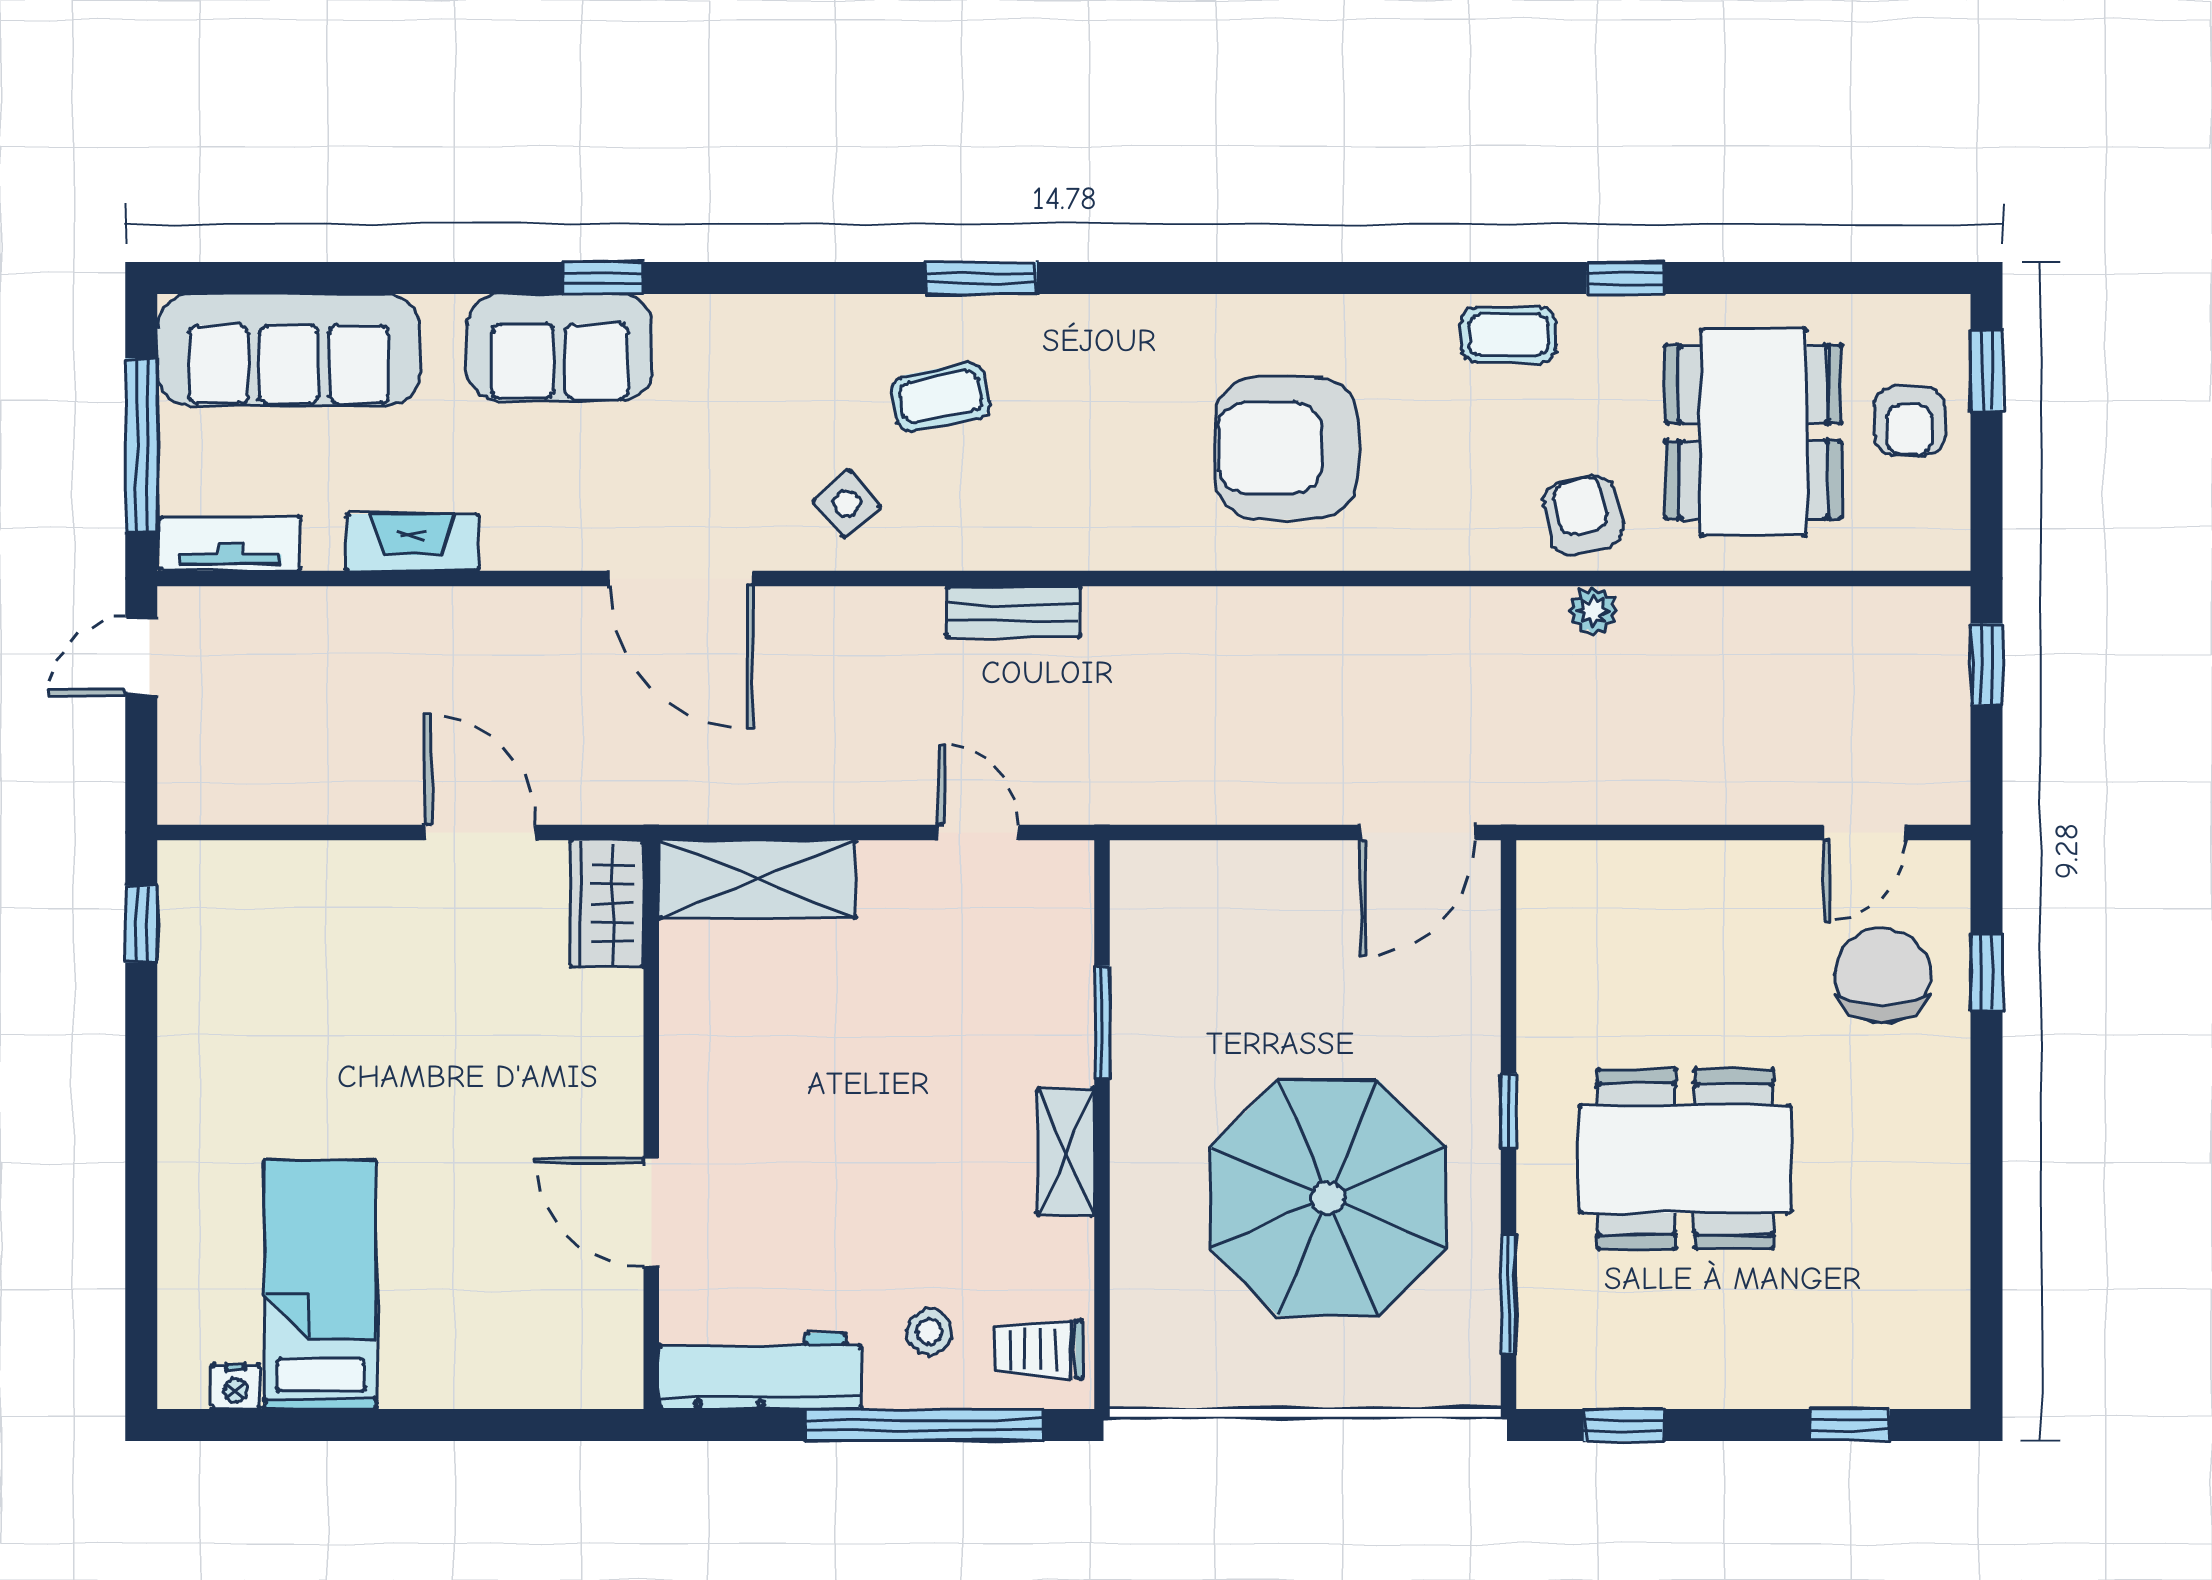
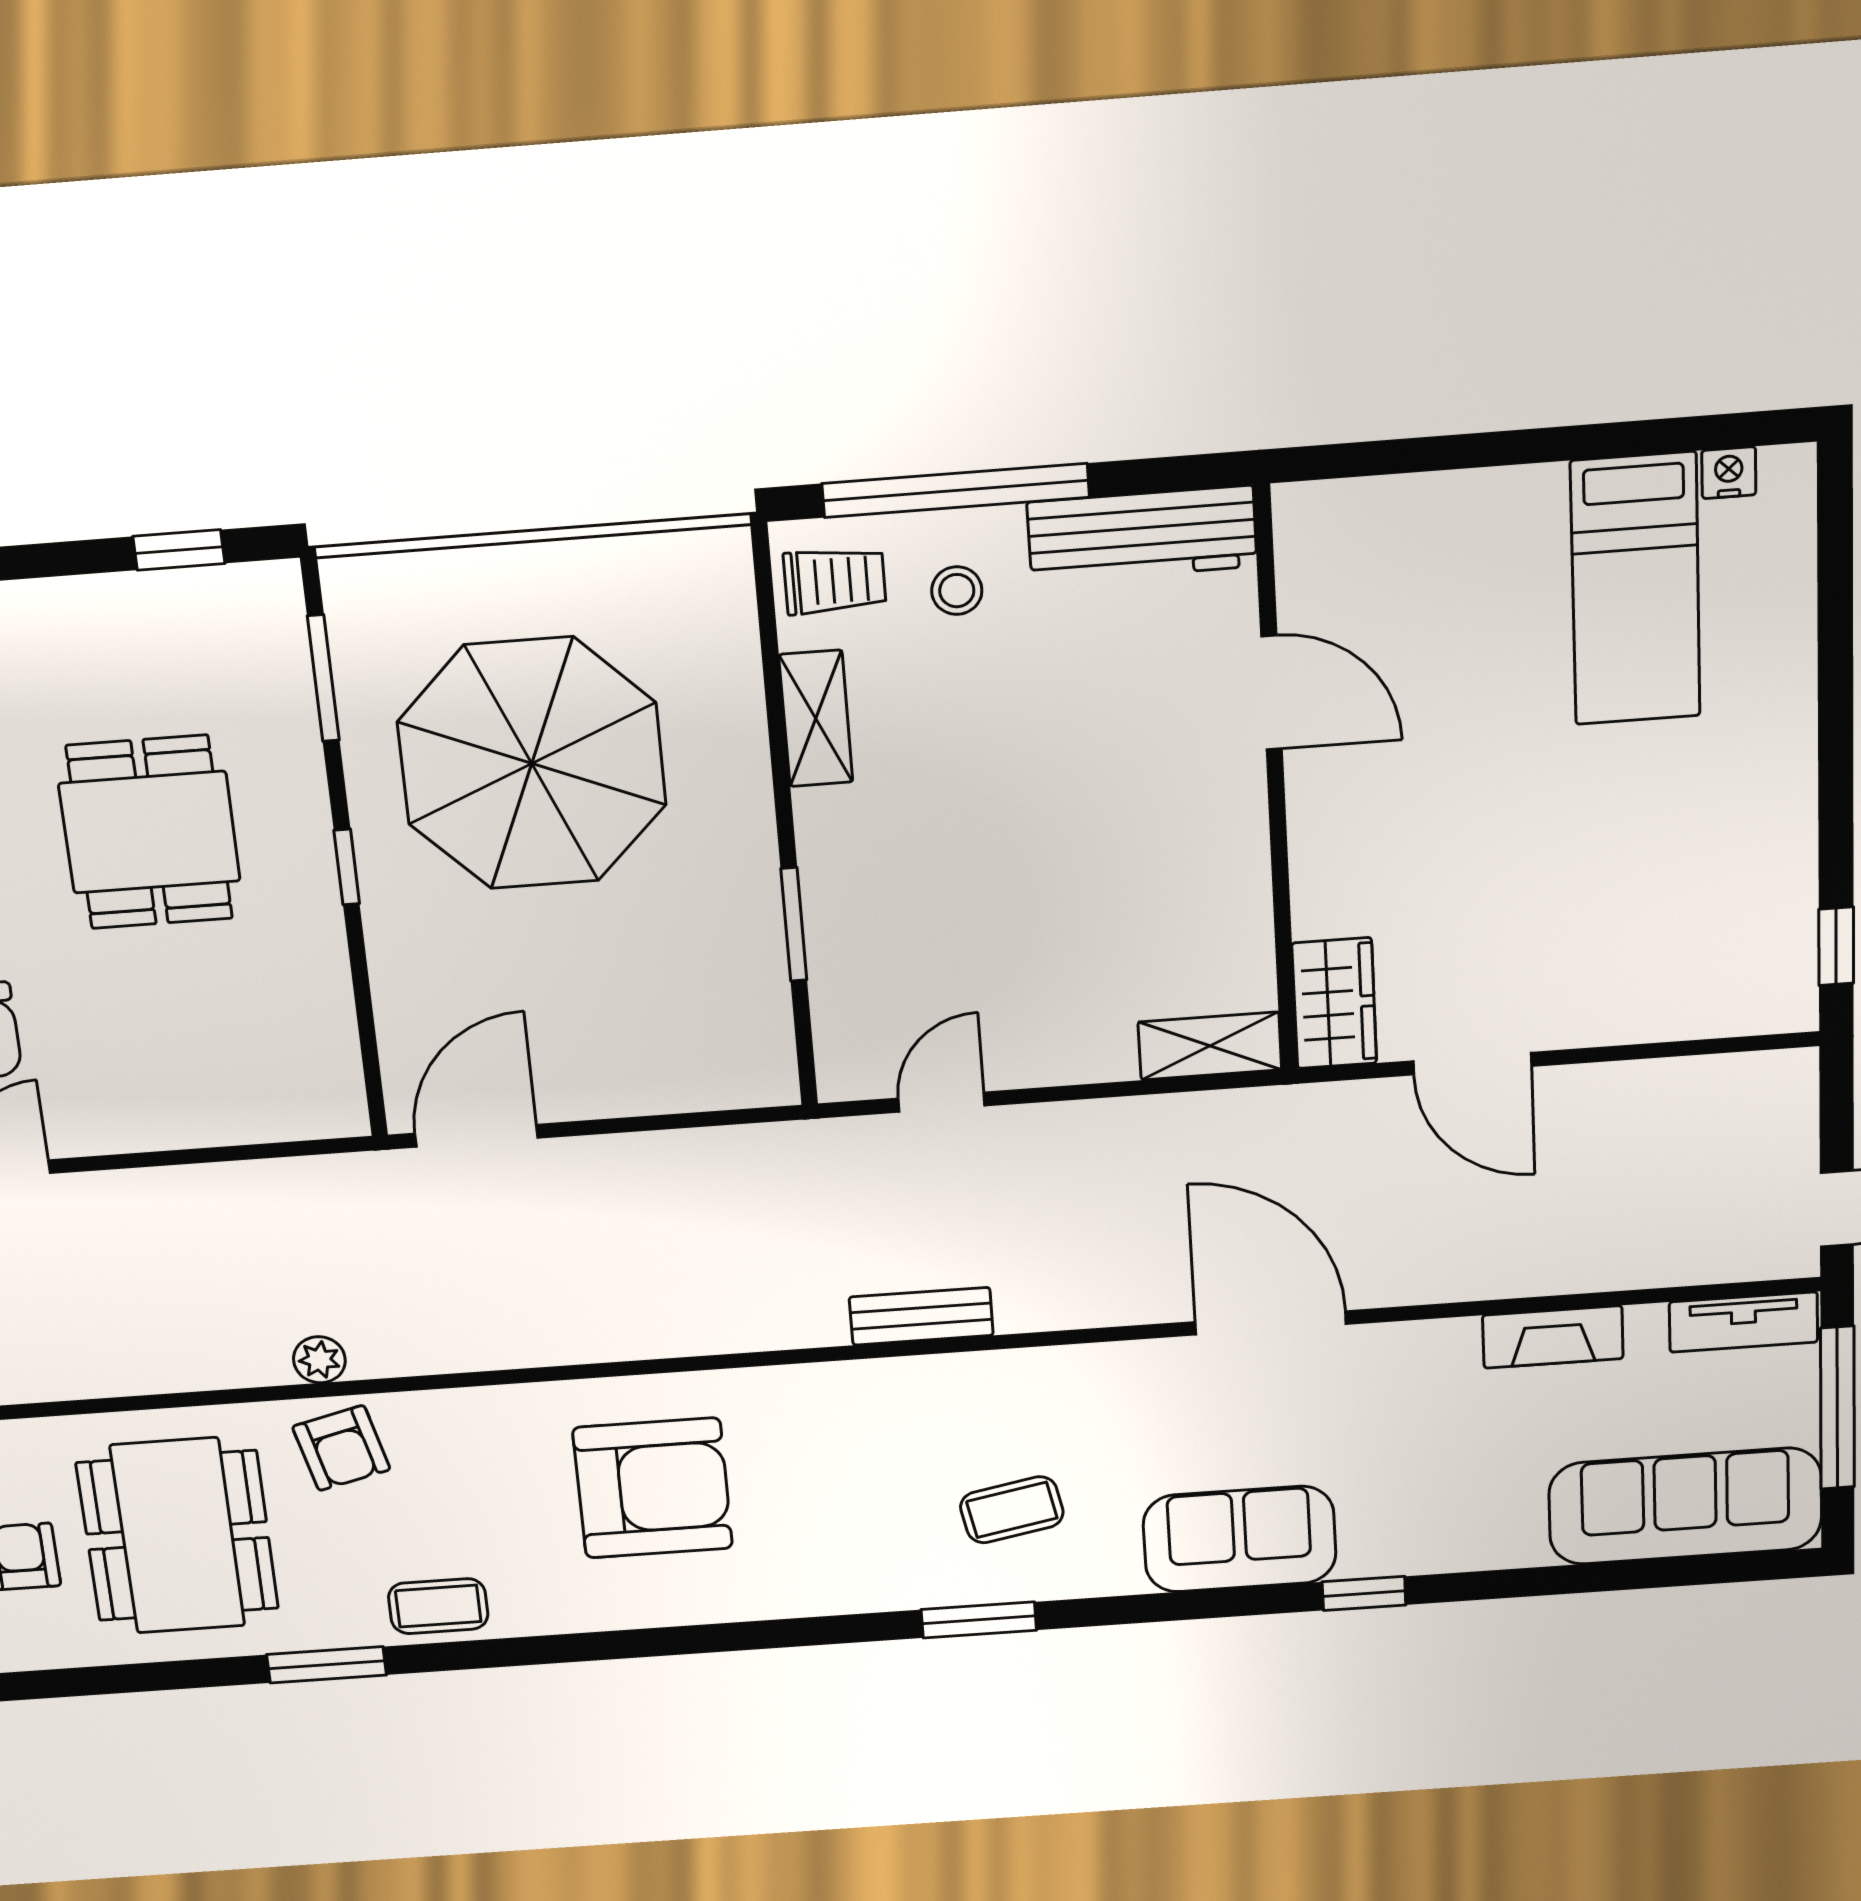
window: (1625, 278) -> (327, 1665), width x1.50
sofa: (560, 347) -> (1240, 1539), moved
side table: (847, 503) -> (1102, 1405), removed
door: (978, 832) -> (941, 1102), swing flipped
shelving: (757, 879) -> (1210, 1046), width x0.67, depth x0.75
shelving: (1066, 1152) -> (816, 718), moved
dining table: (1685, 1159) -> (150, 832), width x0.73

